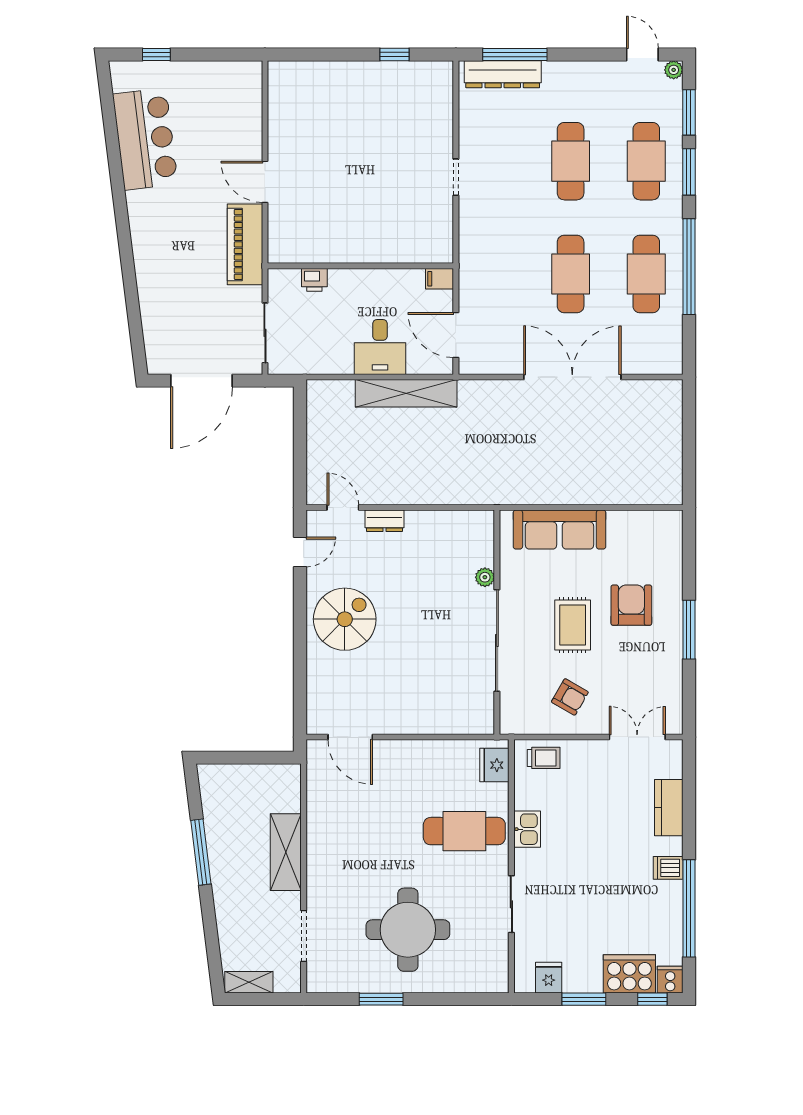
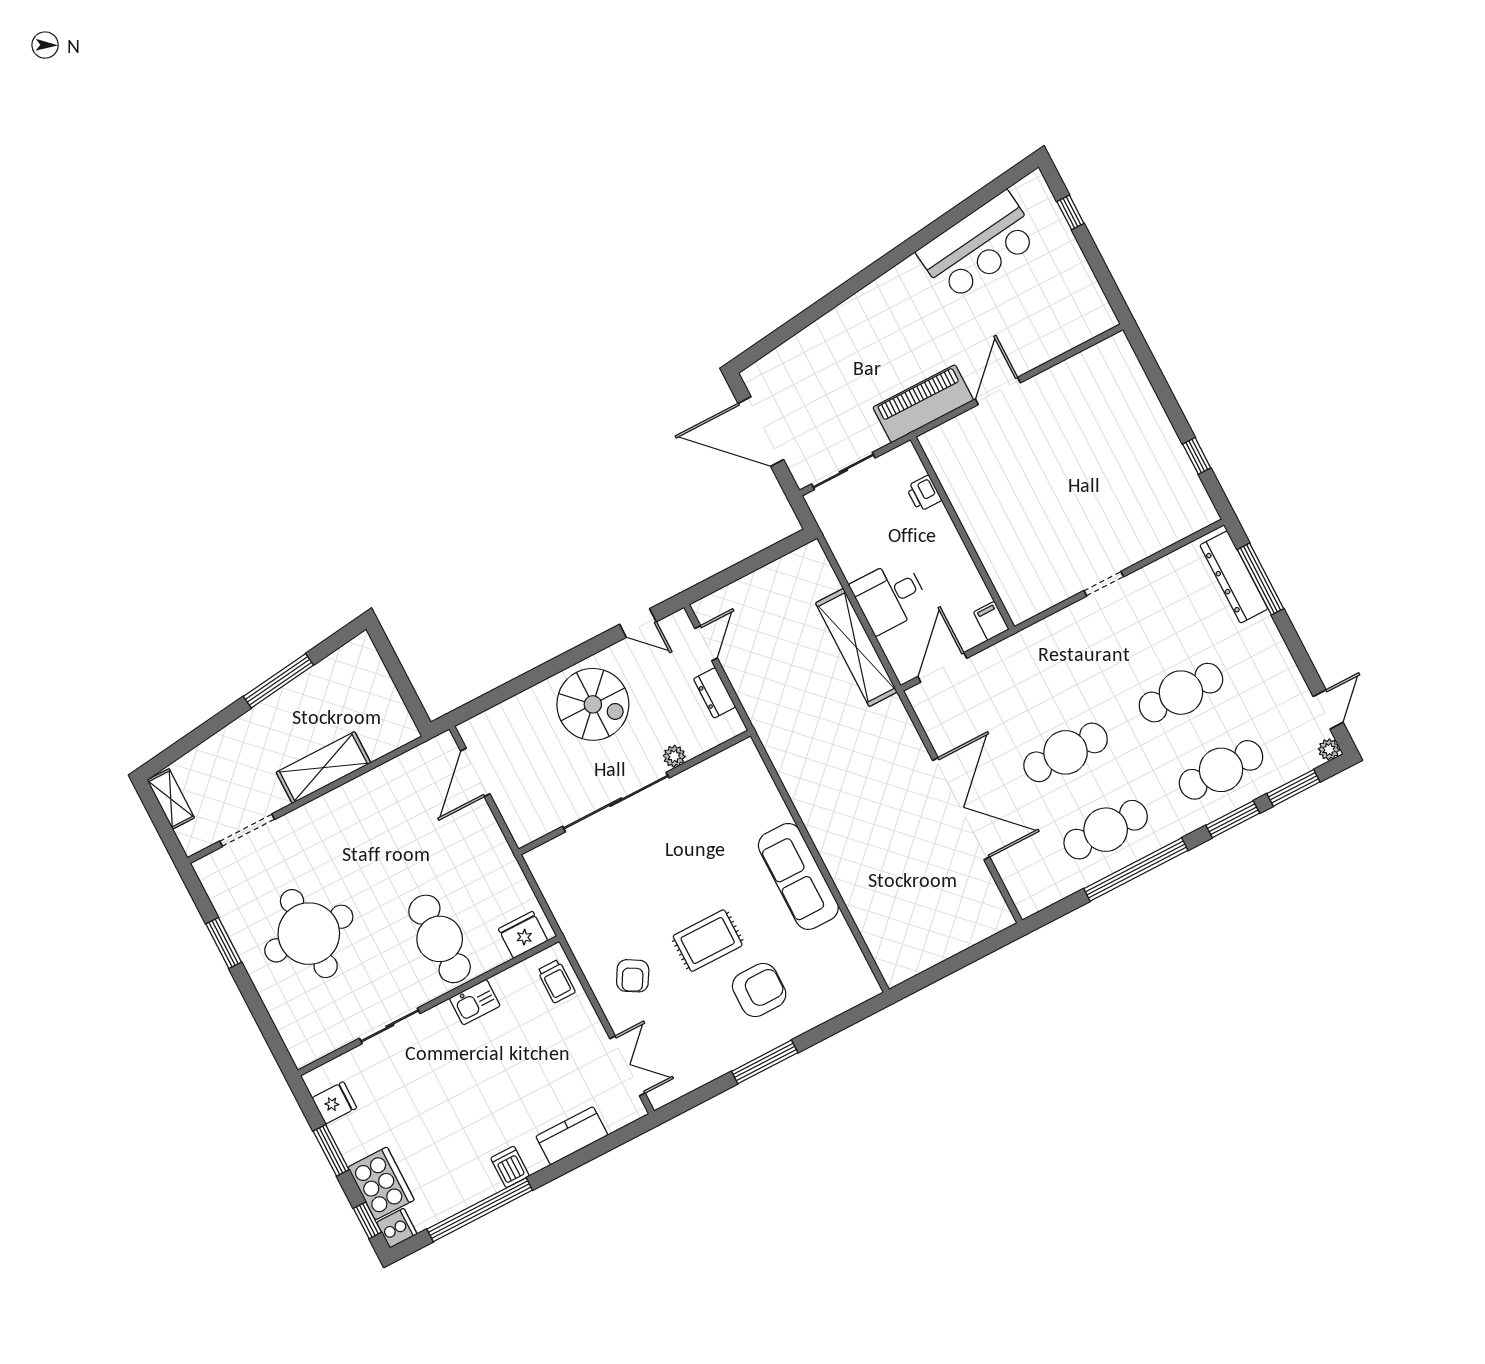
plant: (485, 577) -> (674, 756), moved
wall: (497, 622) -> (635, 792), moved
sliding door: (497, 641) -> (616, 802), moved

